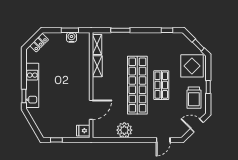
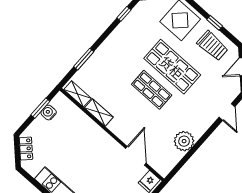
shop shelf: (137, 85) -> (152, 90), width x0.50, depth x0.74
shop shelf: (161, 85) -> (172, 67), width x1.43, depth x1.36

